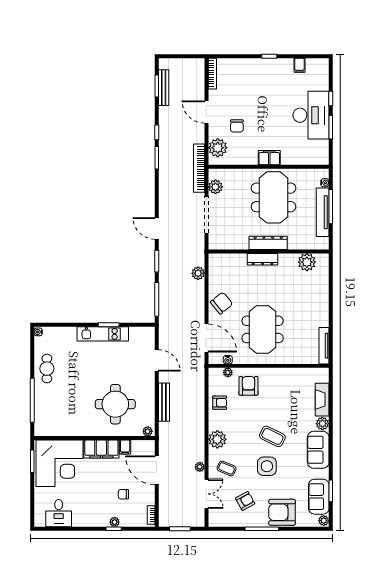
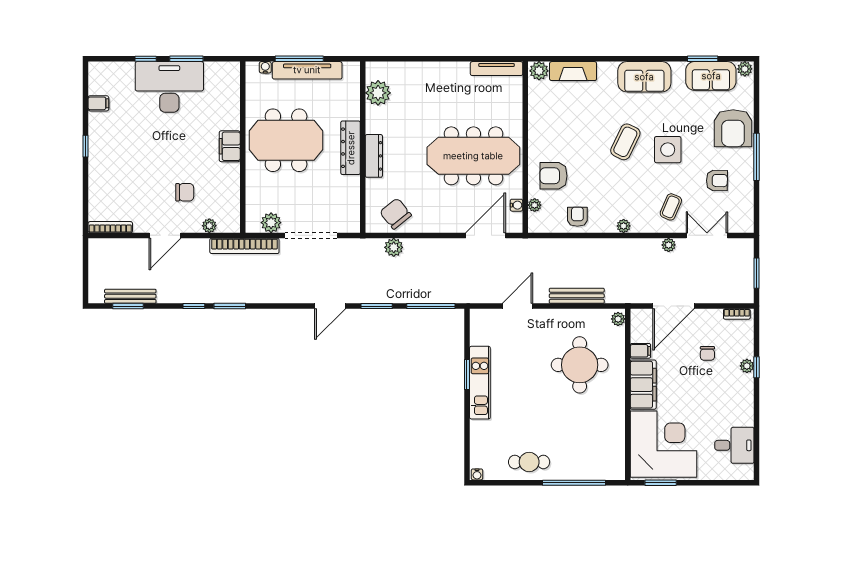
plant: (218, 148) -> (209, 226), width x0.53, depth x0.53
chair: (221, 303) -> (396, 214), moved
meeting table: (263, 329) -> (473, 156), width x1.36
plant: (322, 424) -> (539, 71), moved
plant: (217, 439) -> (624, 226), width x0.53, depth x0.53
armchair: (245, 501) -> (717, 180), turned 120

